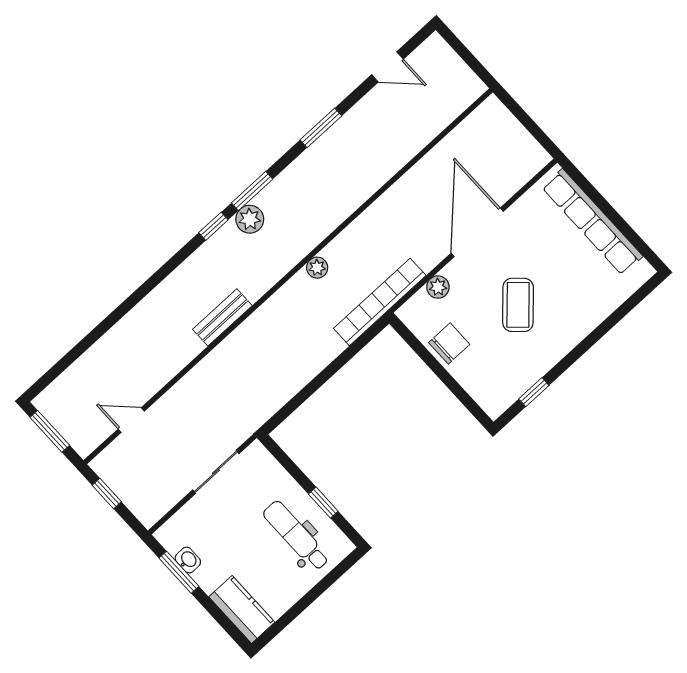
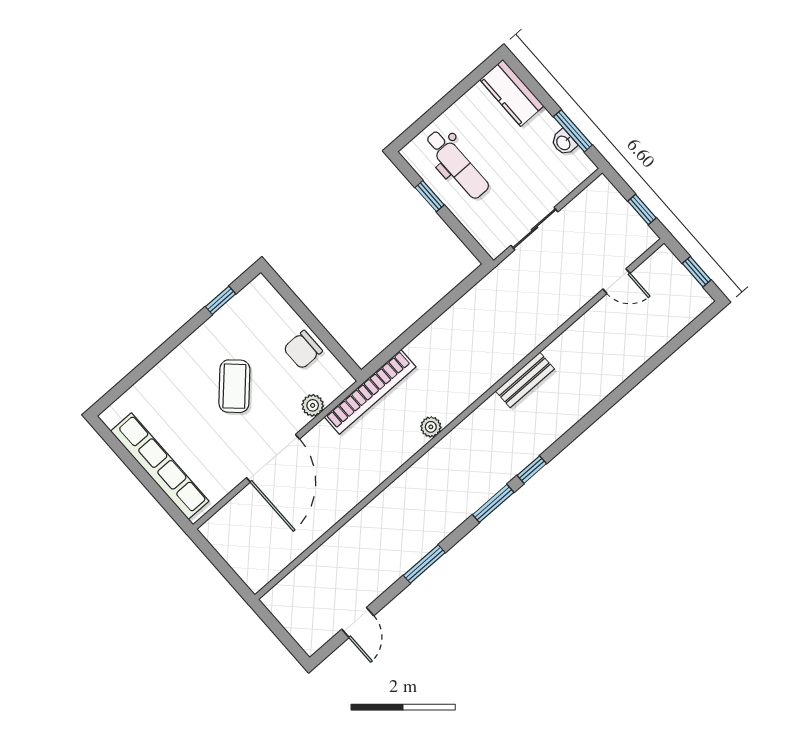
door: (387, 67) -> (358, 622), swing flipped
plant: (250, 219) -> (496, 476), removed
window: (50, 431) -> (697, 272), width x0.67

